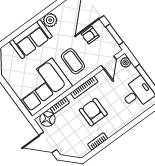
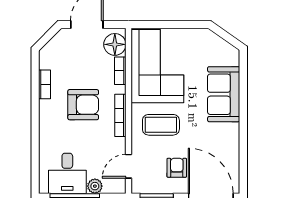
plant: (50, 20) -> (229, 134), removed
door: (109, 62) -> (128, 166), hinge flipped
plant: (126, 62) -> (95, 186), moved

